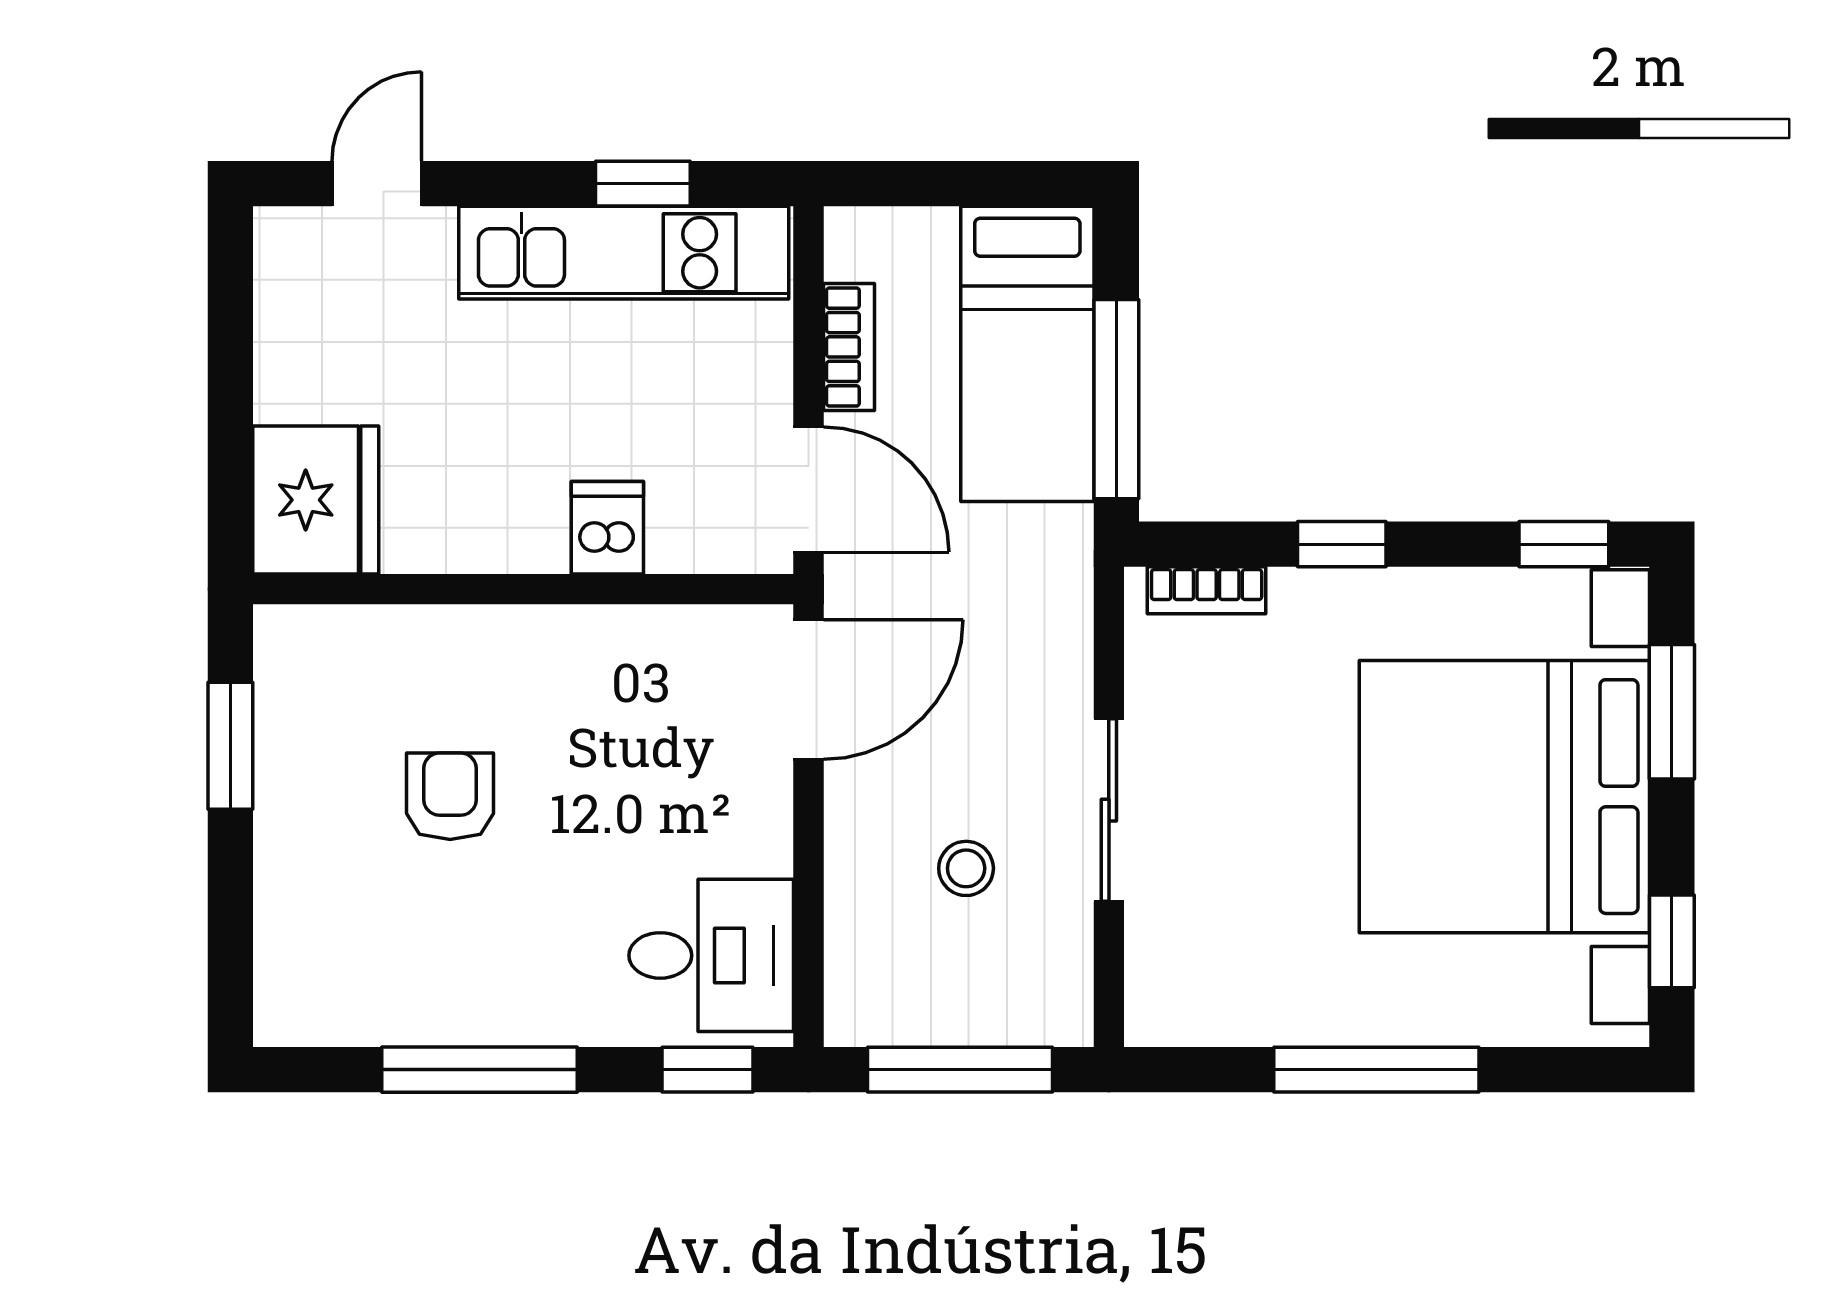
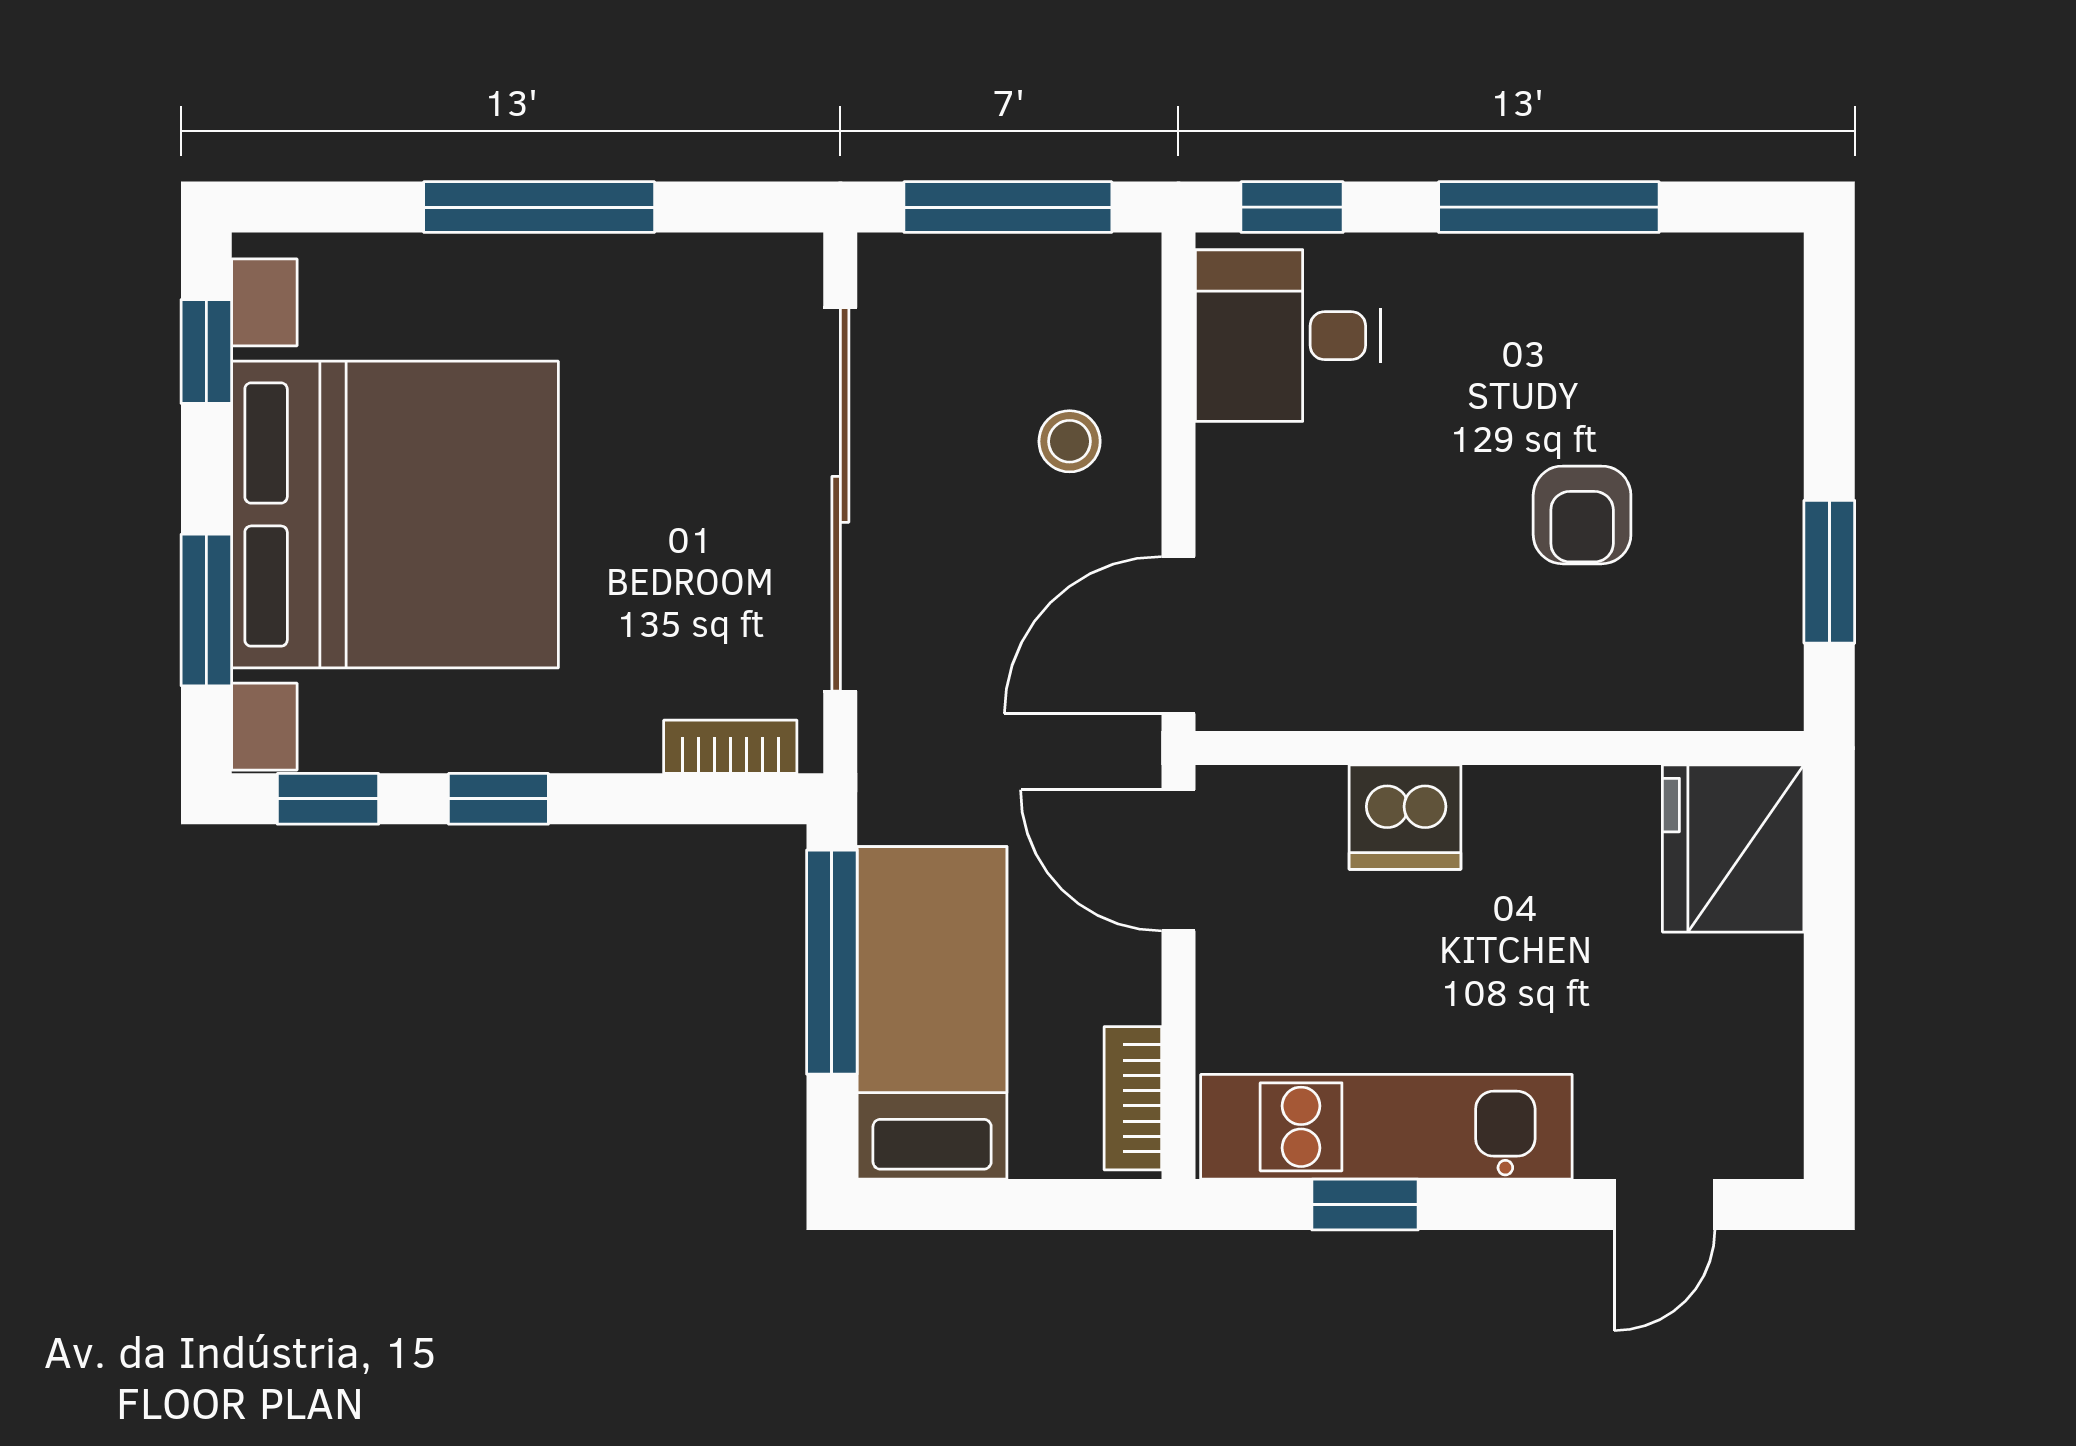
bookcase: (849, 347) -> (1133, 1098), moved
dishwasher: (607, 528) -> (1405, 817), width x1.38
window: (1342, 544) -> (498, 799), moved
sliding door: (1109, 810) -> (840, 499), width x1.86
stool: (966, 868) -> (1070, 441), moved

